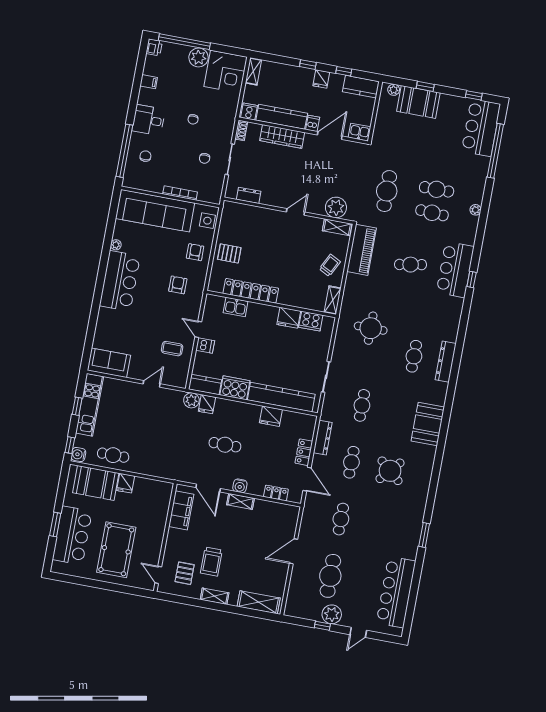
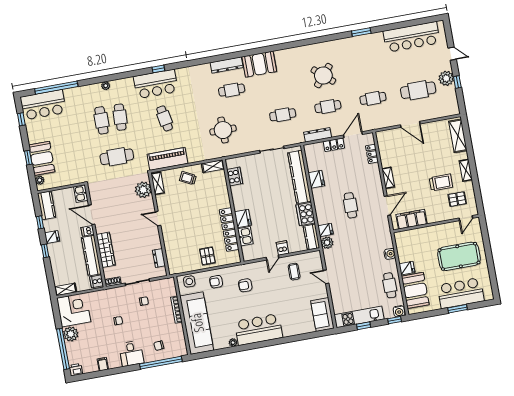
fridge: (289, 318) -> (243, 218), moved
booth: (428, 424) -> (259, 64), moved
water cooler: (240, 486) -> (390, 254), moved

